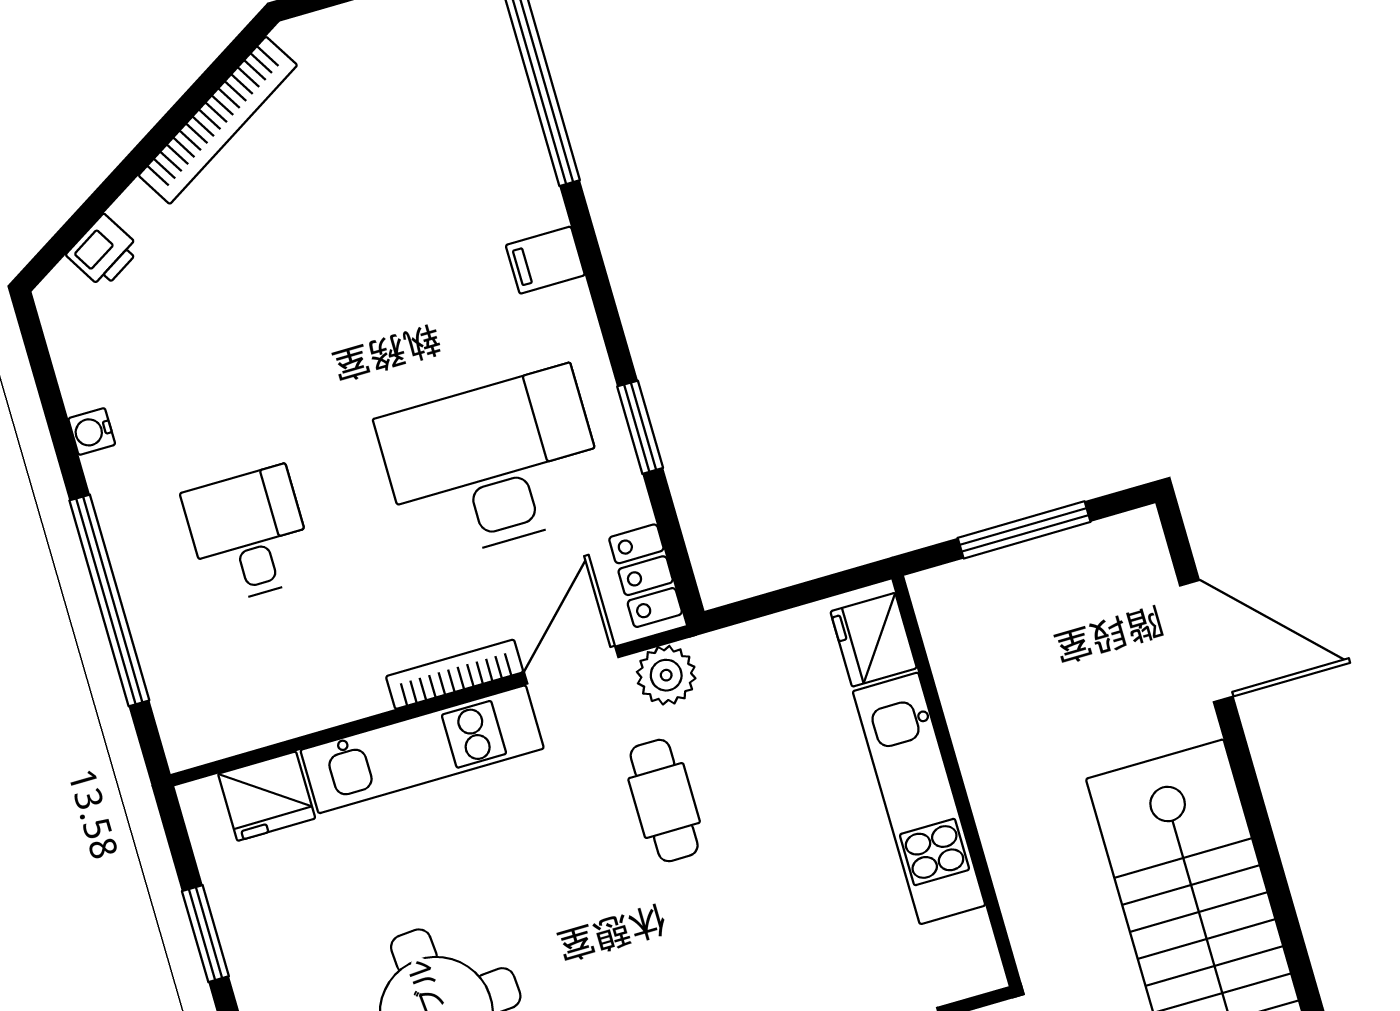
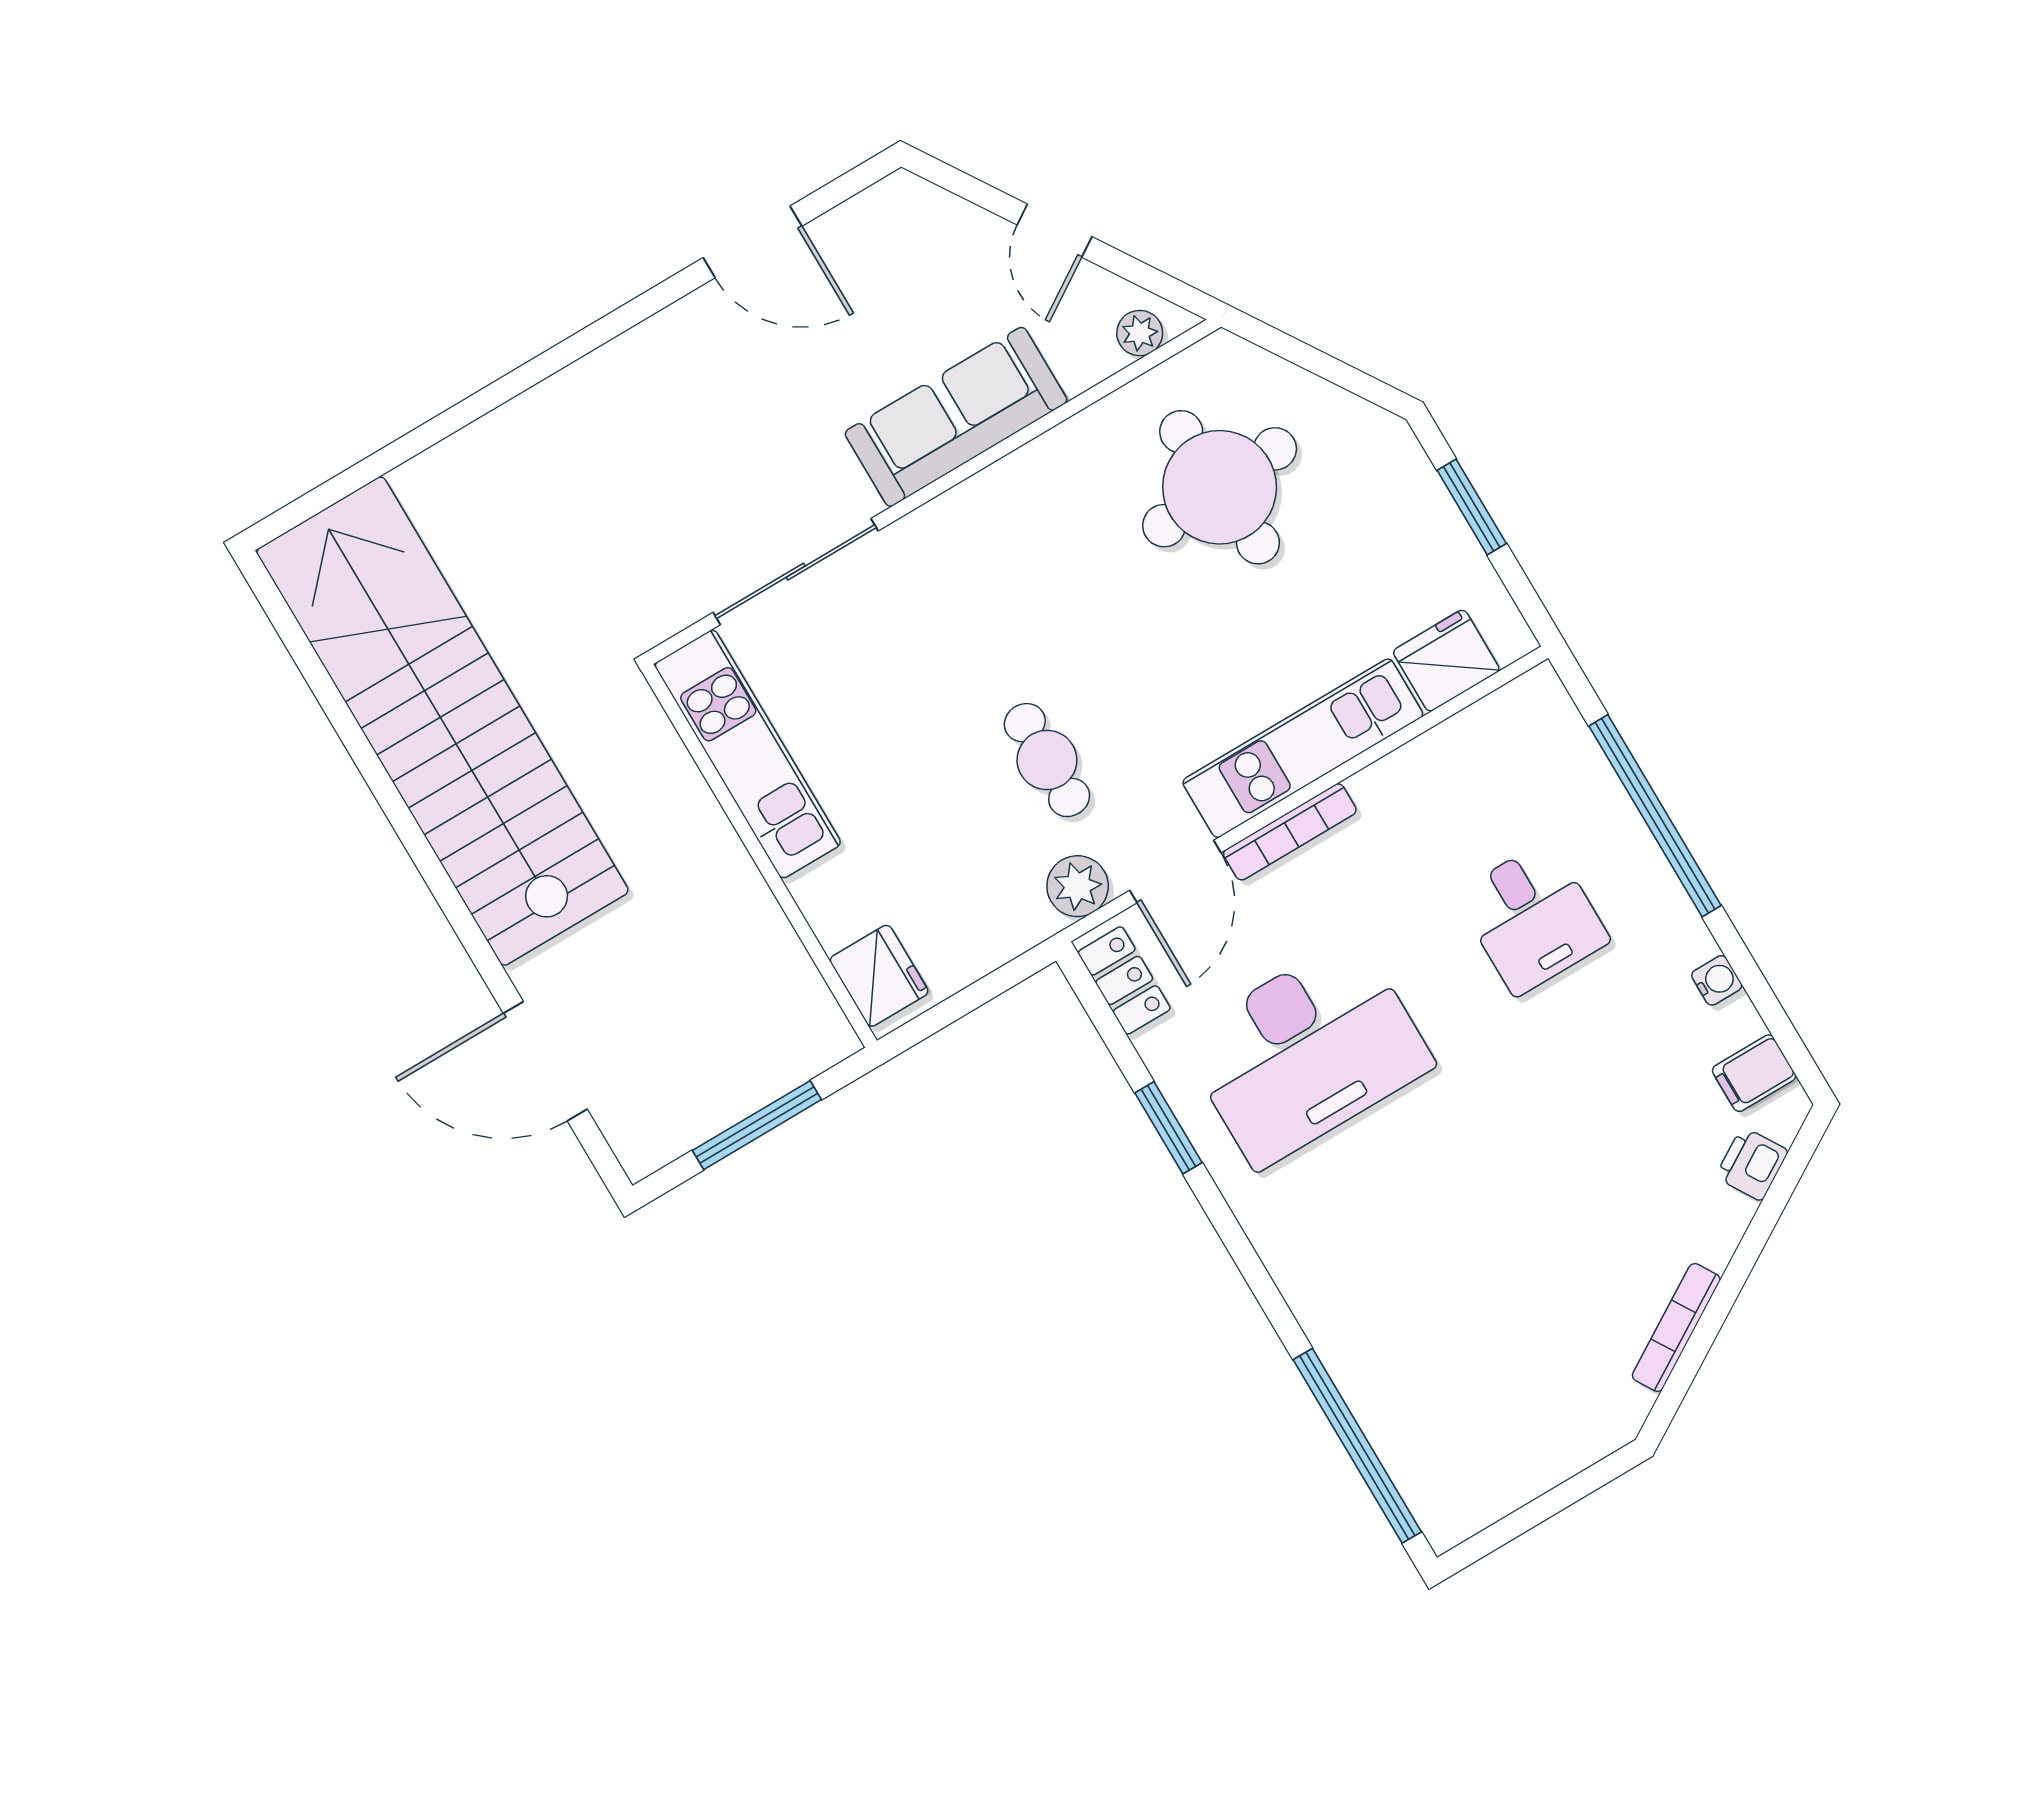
bookcase: (218, 120) -> (1676, 1328), width x0.68, depth x0.76
filing cabinet: (545, 260) -> (1754, 1073), moved, turned 180
kitchen unit: (919, 798) -> (748, 754), moved

